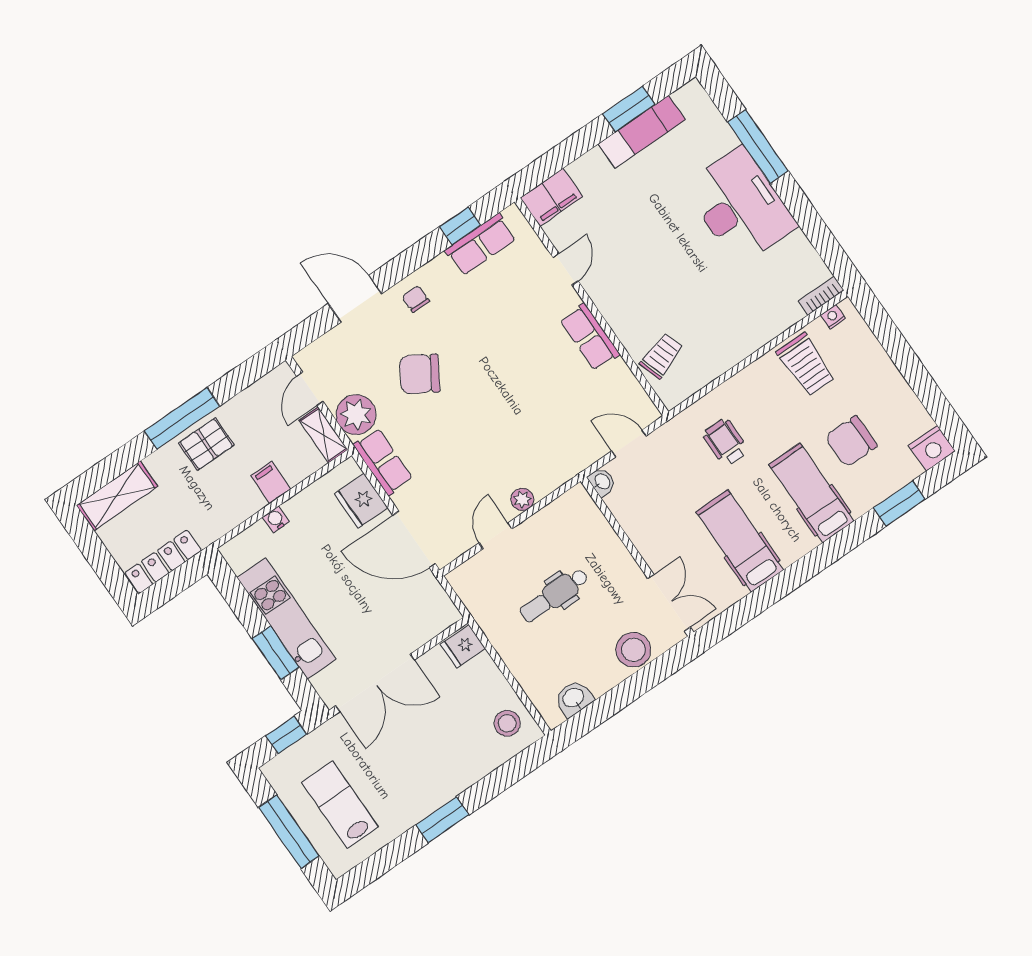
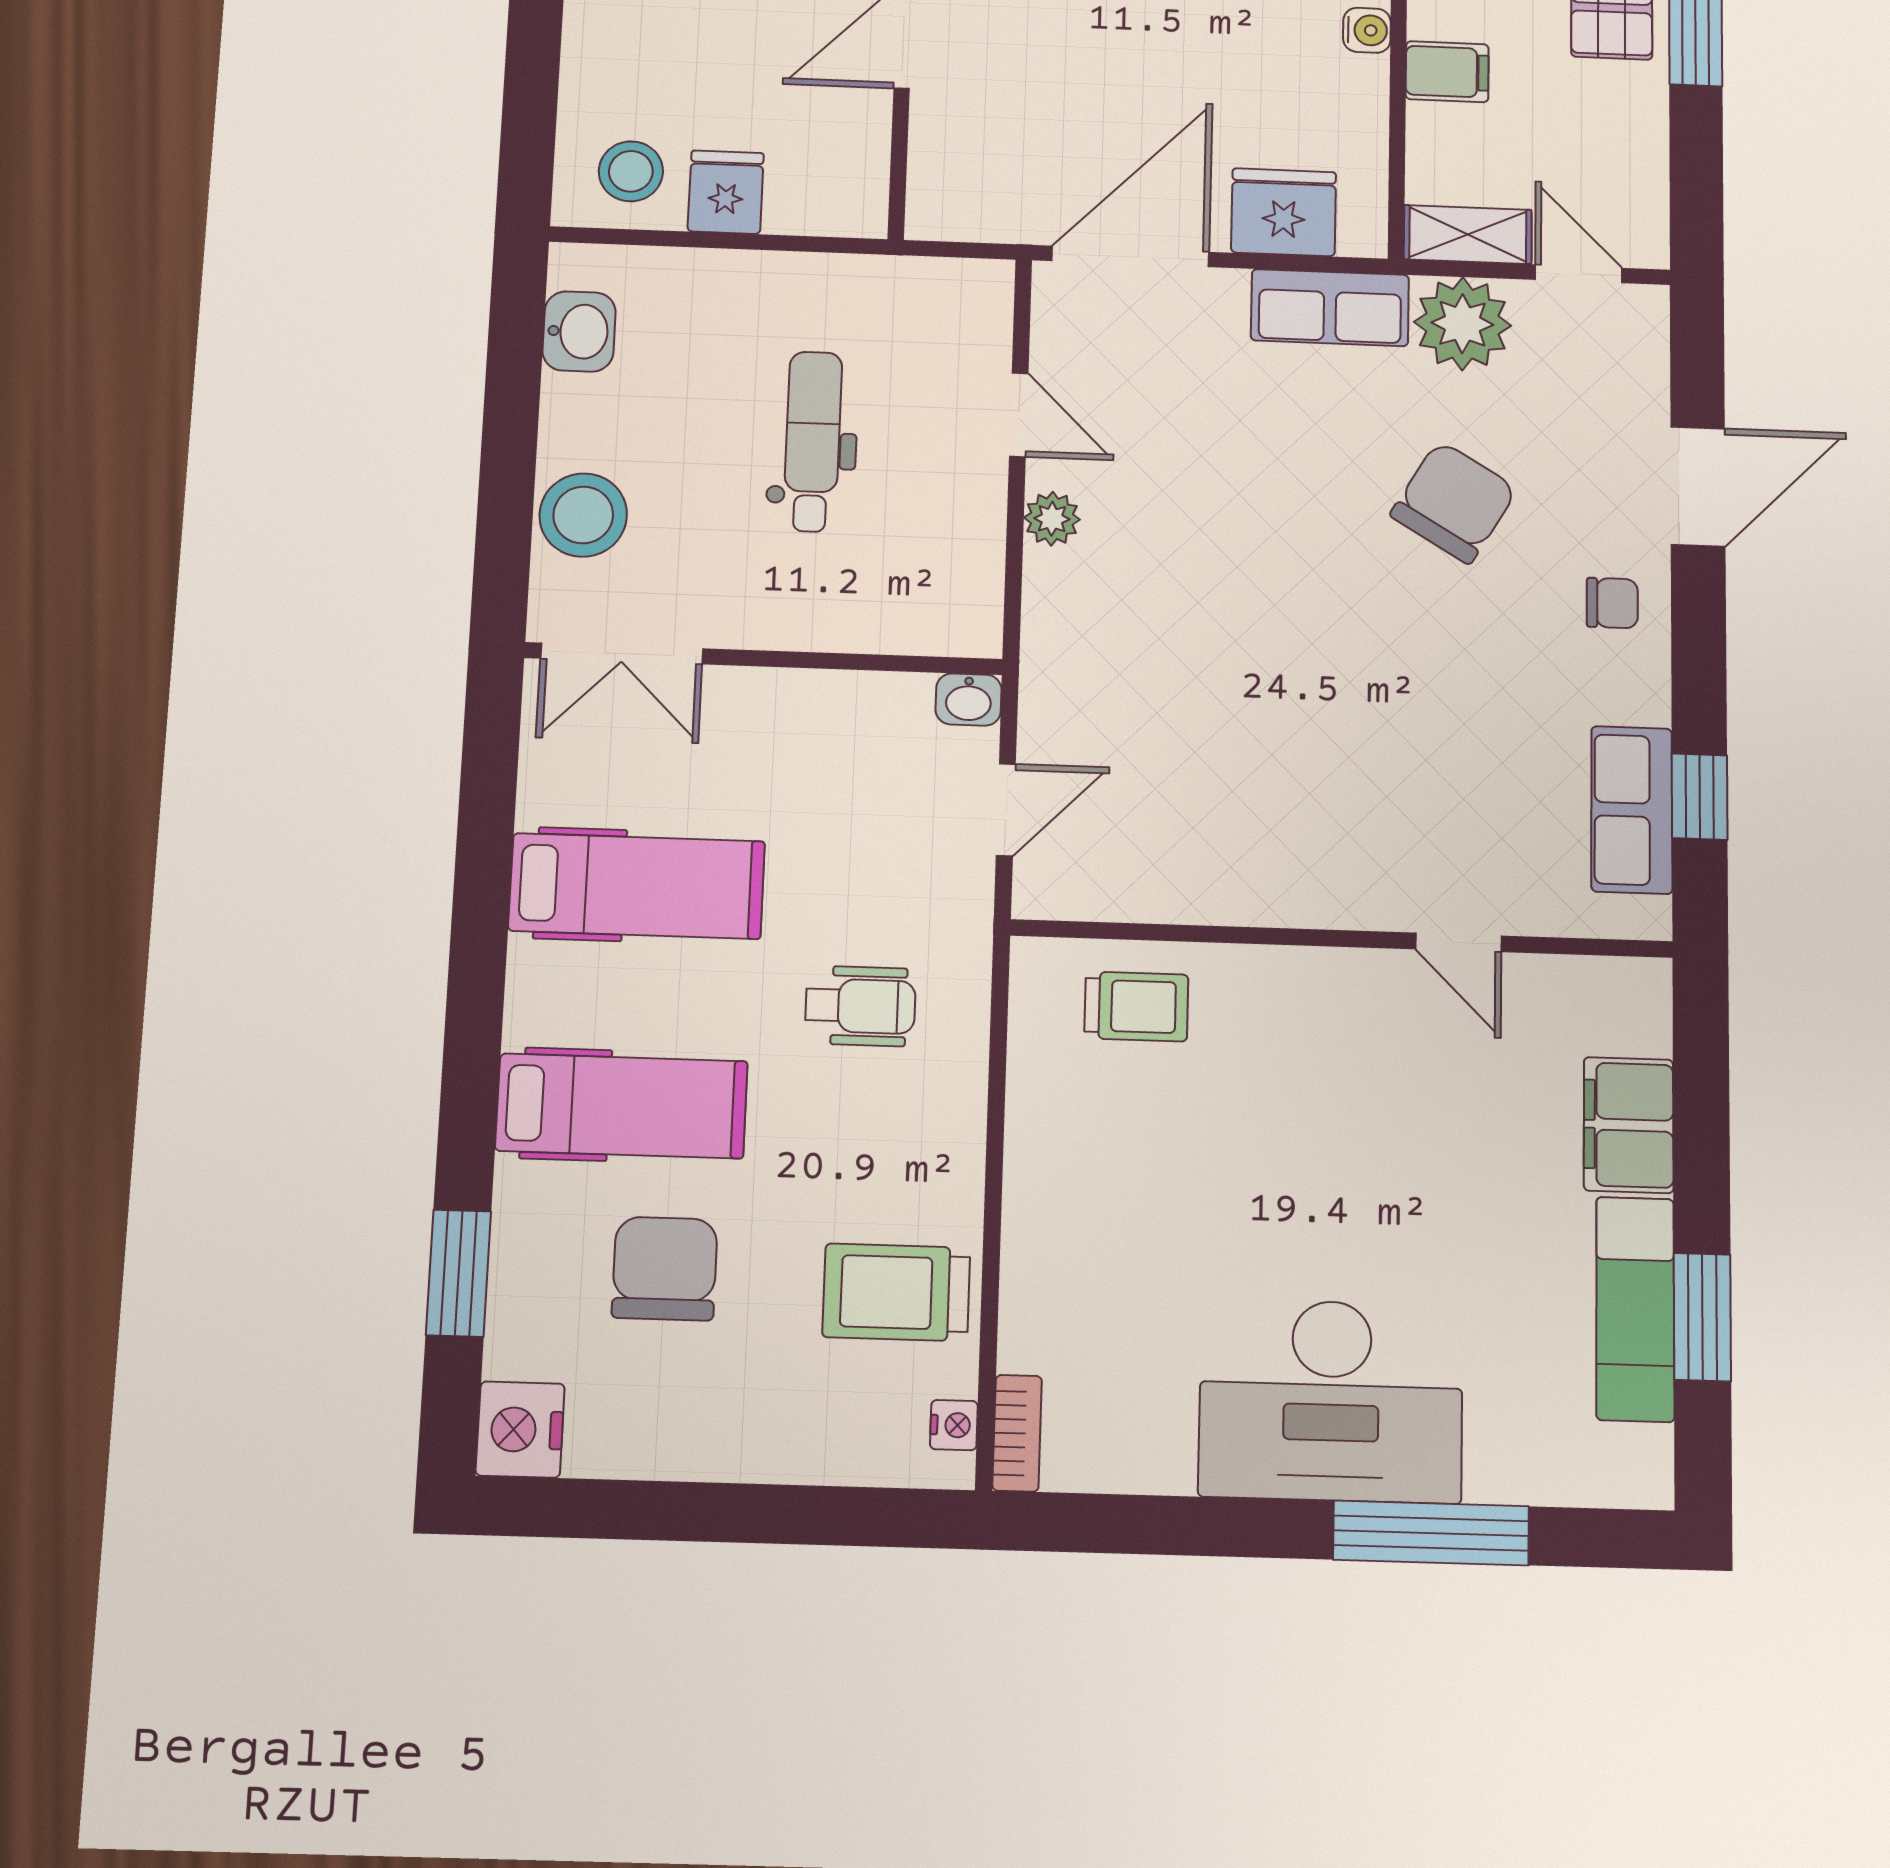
filing cabinet: (551, 197) -> (1629, 1125), moved
row of seats: (590, 337) -> (1283, 890), removed
trolley: (661, 356) -> (1136, 1006), turned -72
fridge: (463, 646) -> (726, 192), moved

